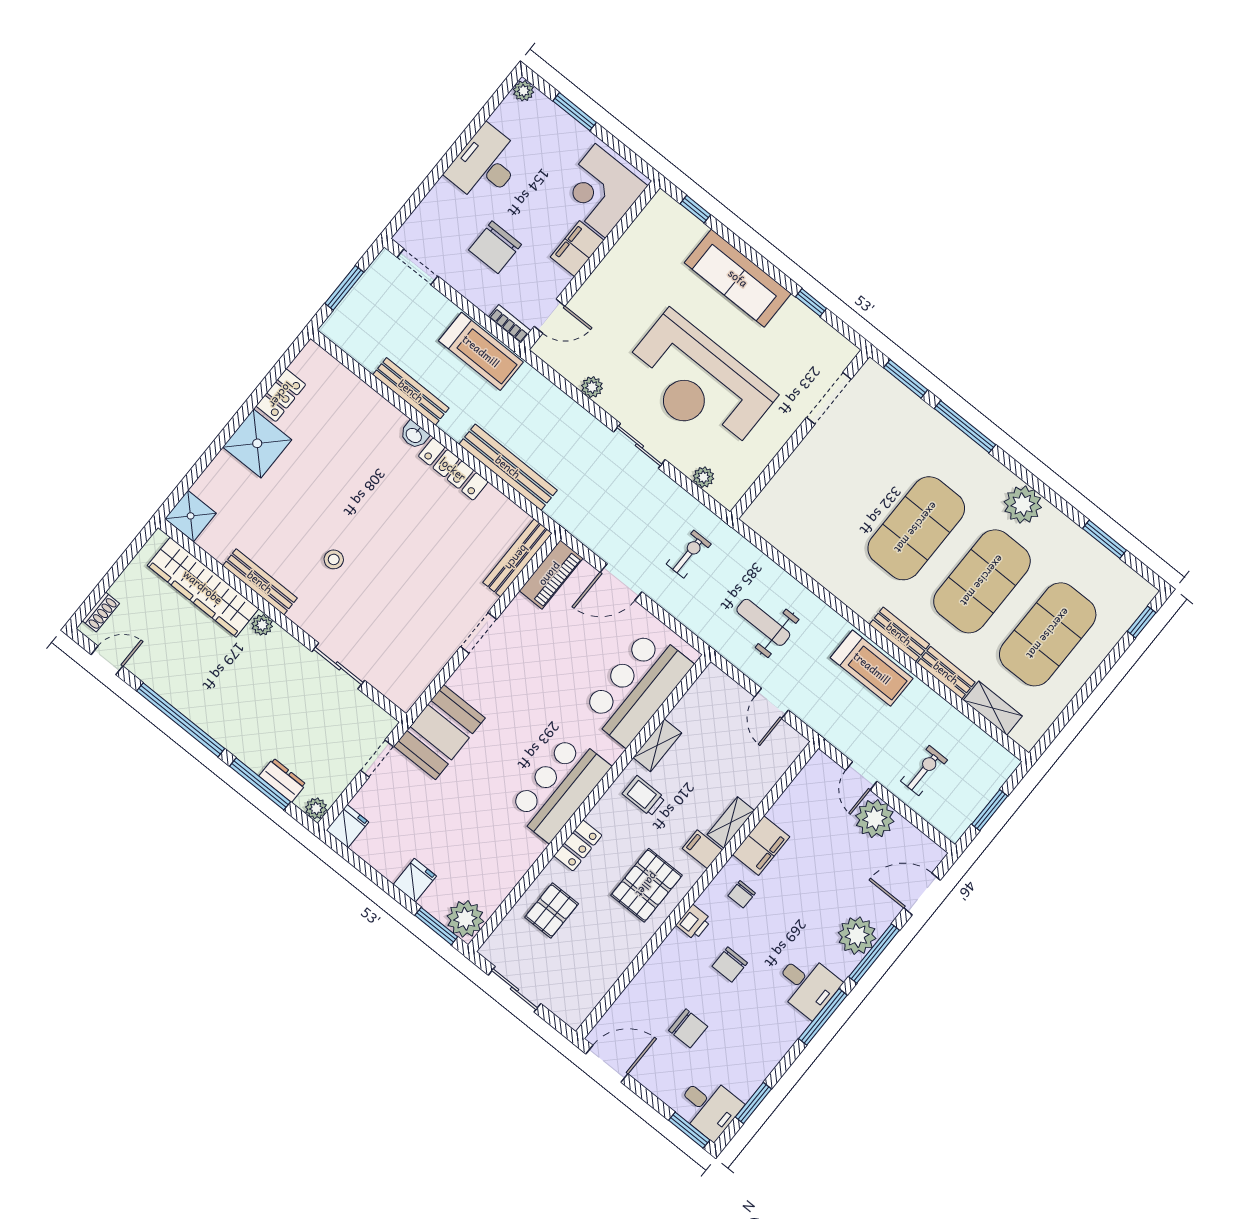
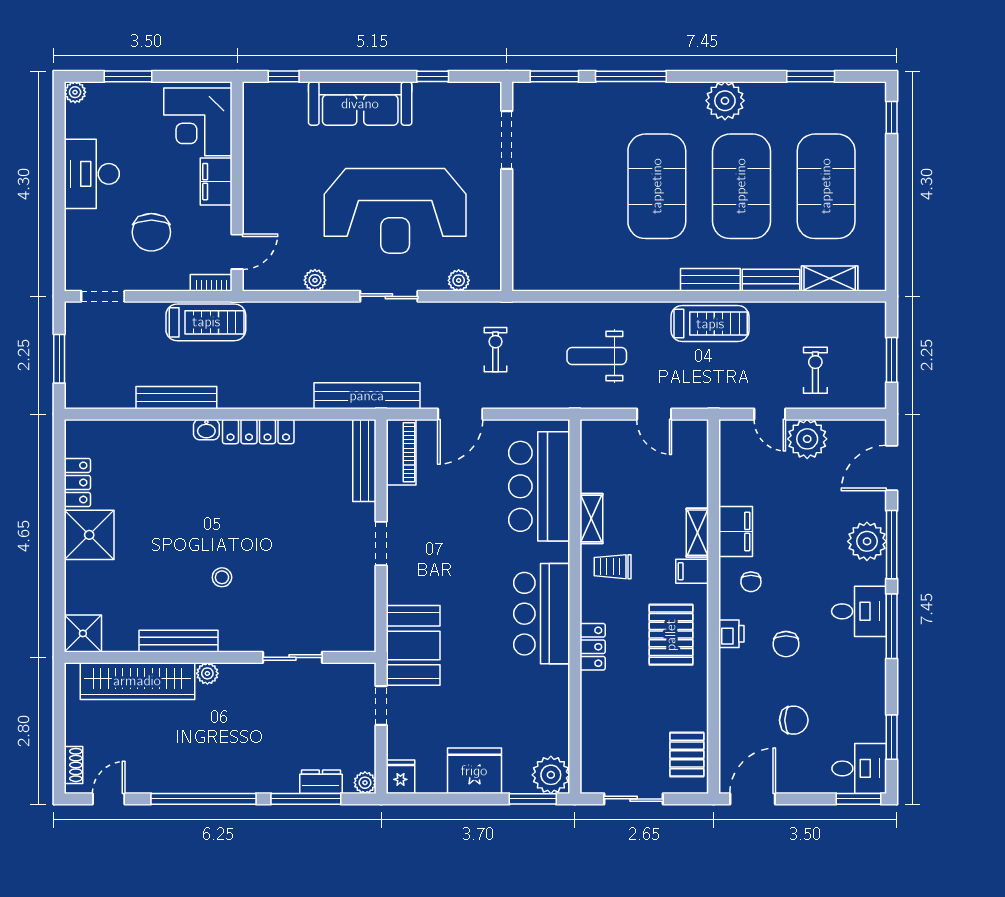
bench: (508, 467) -> (367, 396), moved
fridge: (415, 880) -> (474, 771), width x1.88, depth x1.34
pallet: (552, 910) -> (687, 754), moved

